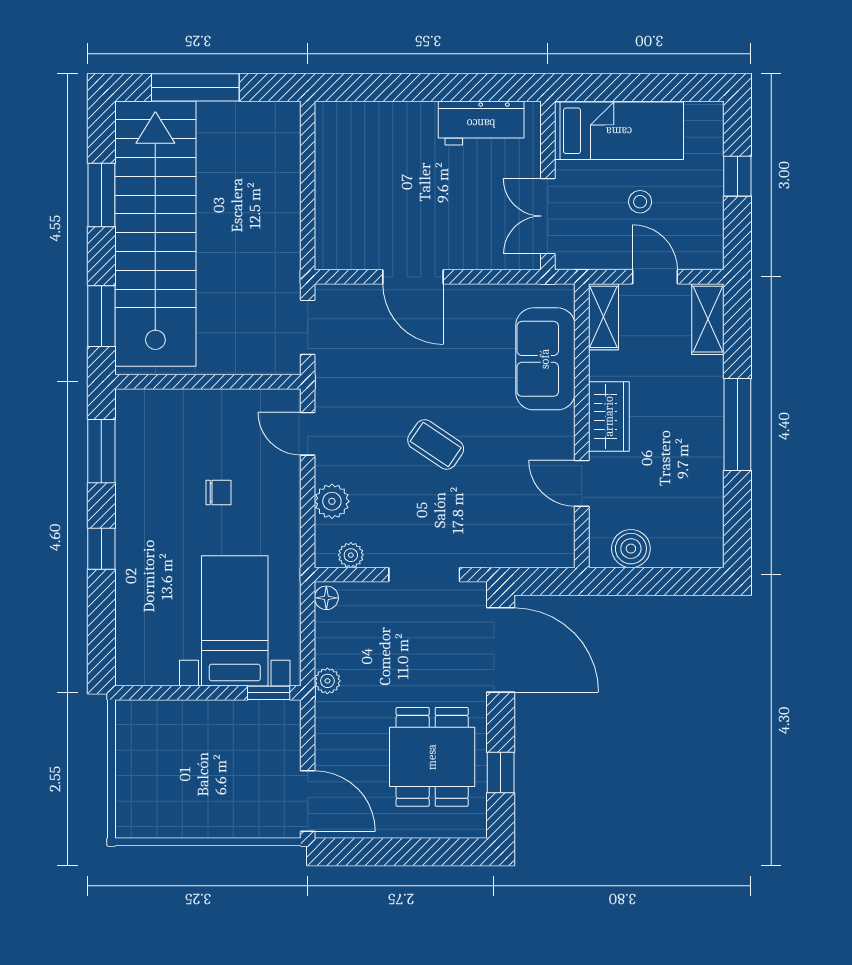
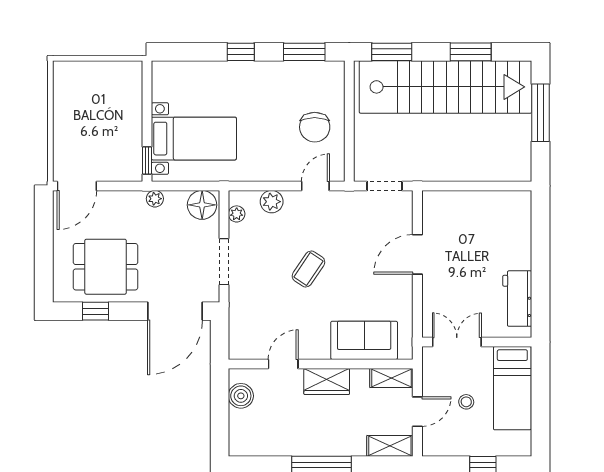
chair: (218, 493) -> (315, 127), moved, width x1.87, depth x1.87
floor lamp: (326, 598) -> (202, 205), width x1.89, depth x1.89

